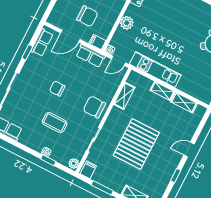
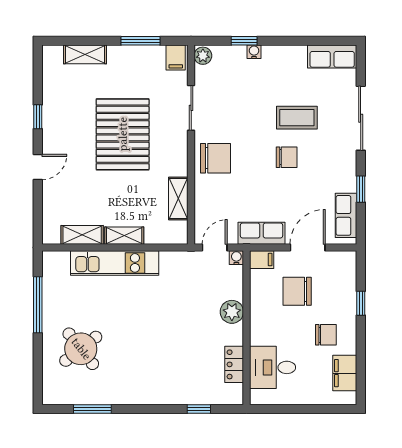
kitchen unit: (155, 69) -> (115, 263), moved
coffee table: (55, 123) -> (297, 118), moved

